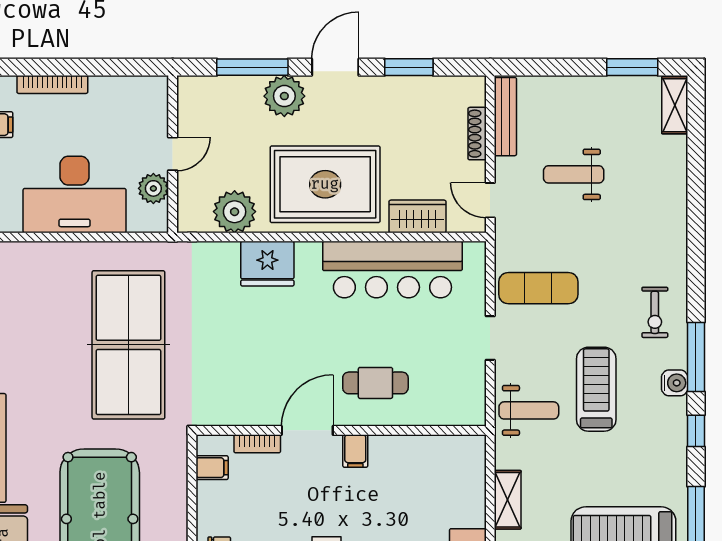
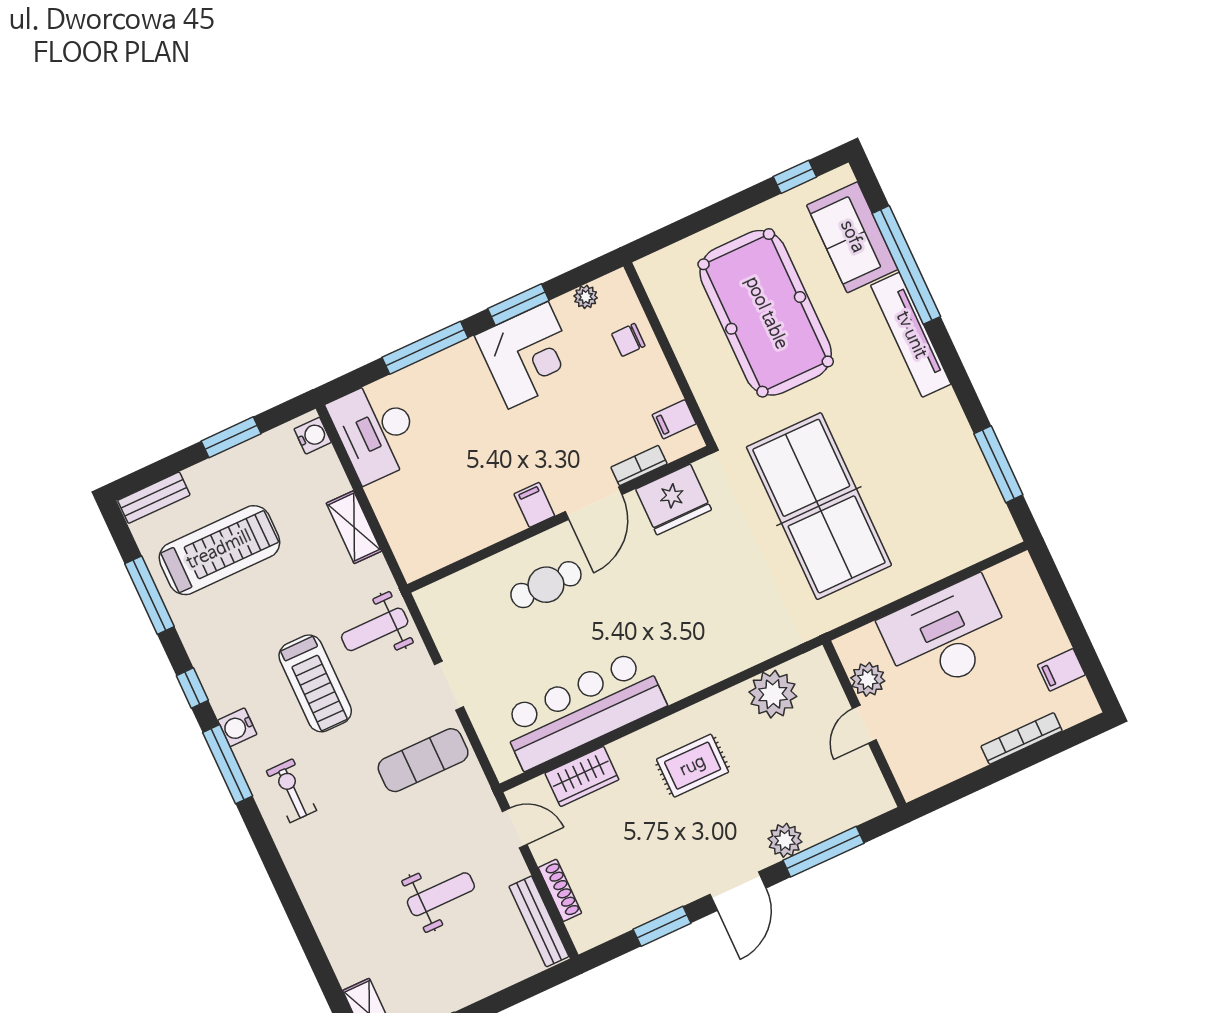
plant: (284, 96) -> (785, 840), width x0.73, depth x0.73
rug: (325, 184) -> (693, 766), width x0.54, depth x0.49
fridge: (267, 264) -> (674, 500), moved, turned 180

